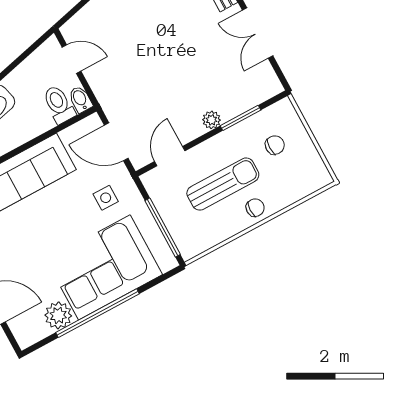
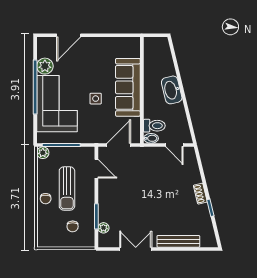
door: (72, 59) -> (174, 145), hinge flipped
plant: (212, 120) -> (103, 228), moved
side table: (106, 198) -> (96, 99), moved
plant: (189, 249) -> (43, 153), added

